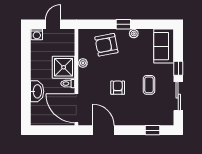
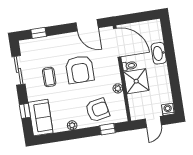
window: (123, 24) -> (107, 129), moved
window: (178, 68) -> (25, 111), moved
armchair: (118, 88) -> (80, 69), width x1.88, depth x1.88

